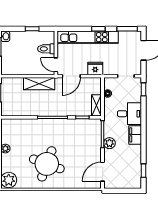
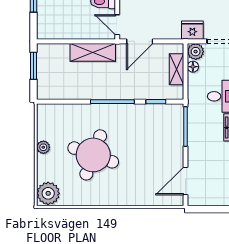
fridge: (95, 69) -> (192, 30), moved
shelving: (96, 105) -> (176, 69), moved
plant: (109, 143) -> (196, 52), moved
round table: (47, 164) -> (93, 155), moved

